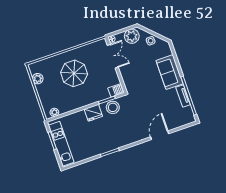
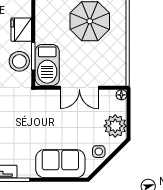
double door: (113, 56) -> (79, 88), moved
sofa: (170, 72) -> (60, 164), moved
barbecue: (116, 90) -> (47, 65), width x1.88, depth x1.53

